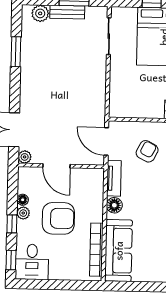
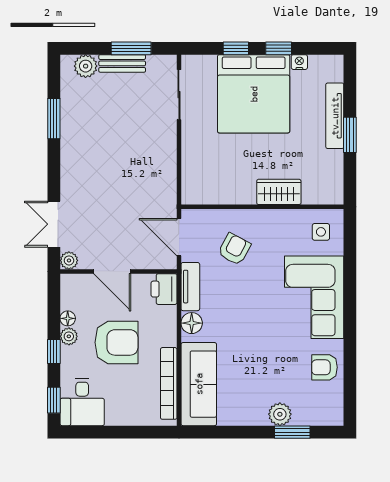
printer: (94, 180) -> (164, 289), added

